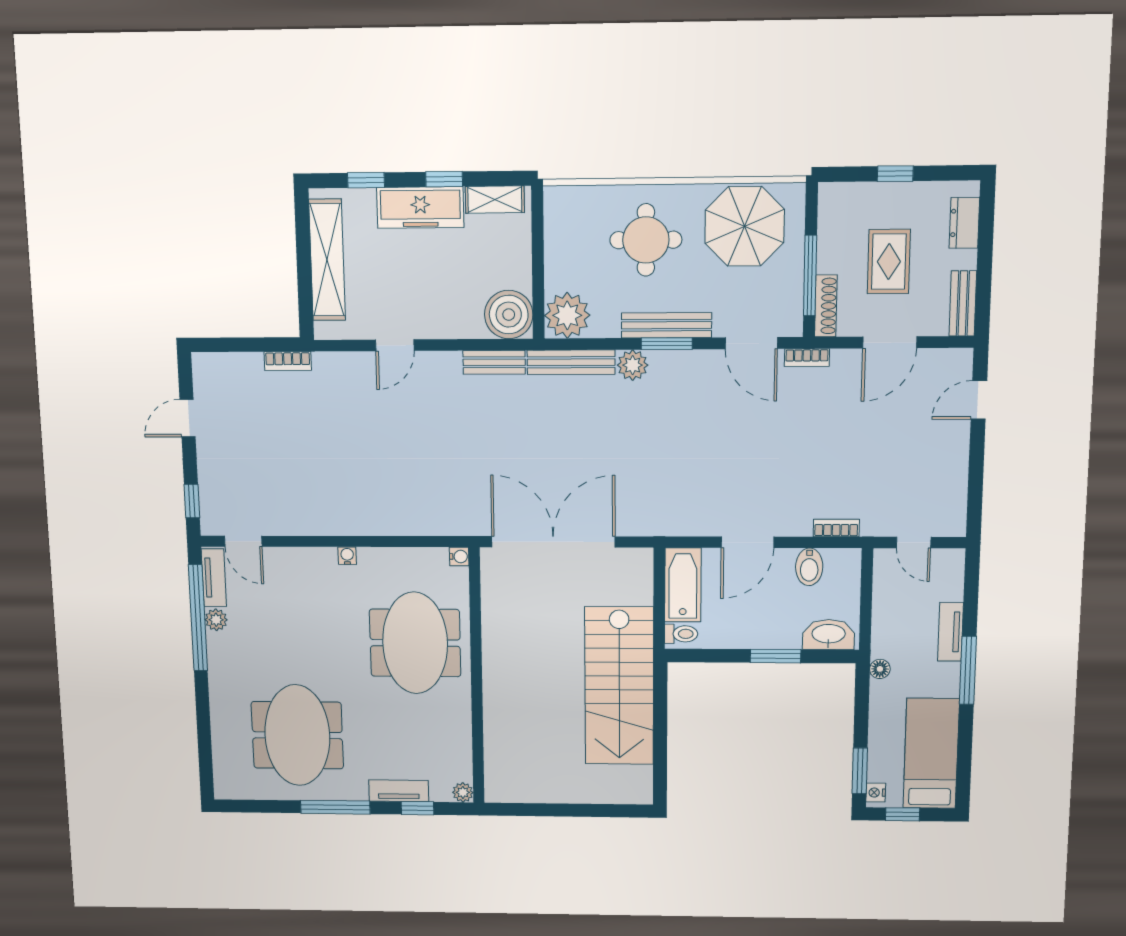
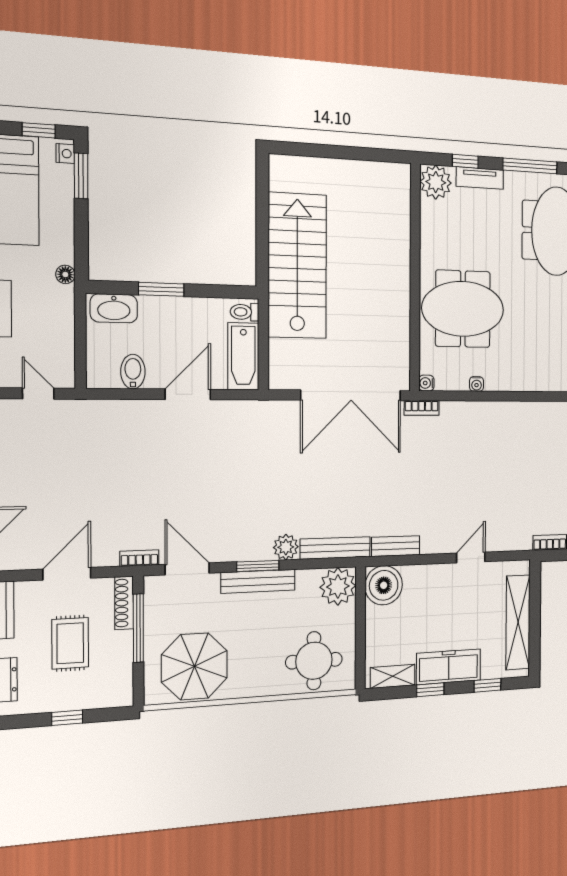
round table: (646, 240) -> (314, 661), moved
bookcase: (836, 528) -> (422, 408), moved
water cooler: (347, 556) -> (477, 384), moved
meeting table: (415, 643) -> (463, 309), turned 90
plant: (463, 792) -> (436, 182), width x1.88, depth x1.88

